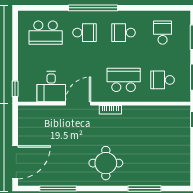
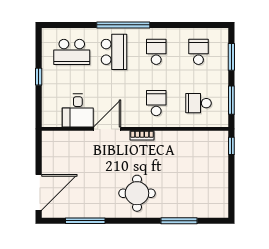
school desk: (85, 33) -> (114, 52), width x1.85
school desk: (124, 33) -> (156, 52), turned 90
school desk: (124, 80) -> (156, 103), width x0.54
window: (15, 89) -> (39, 77), moved

